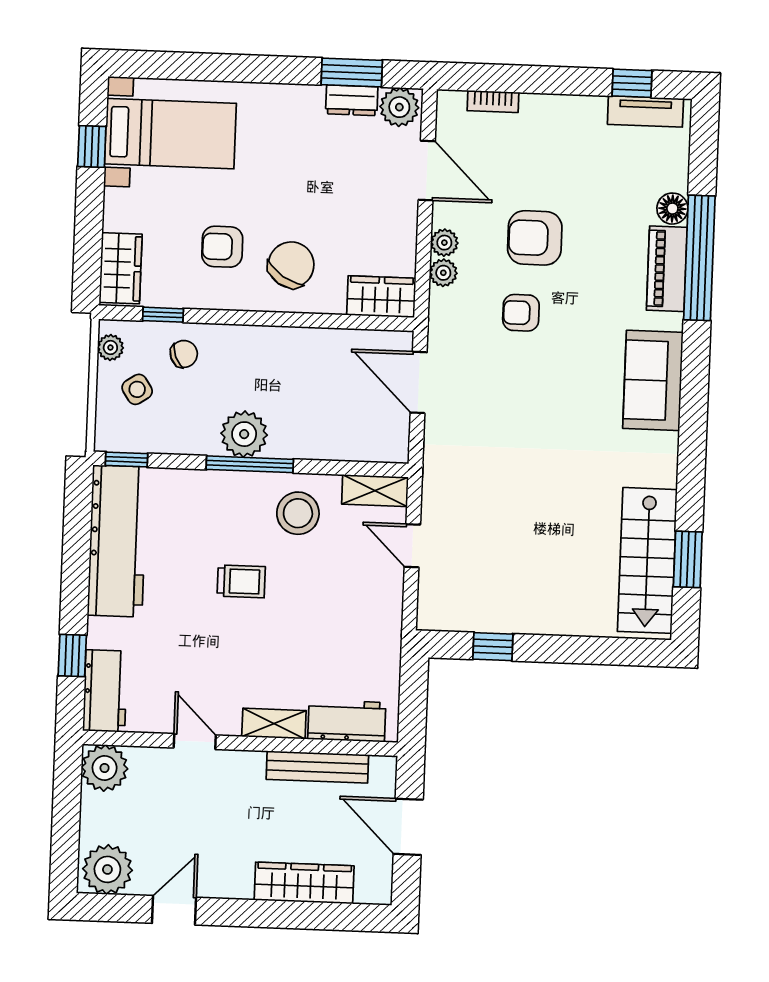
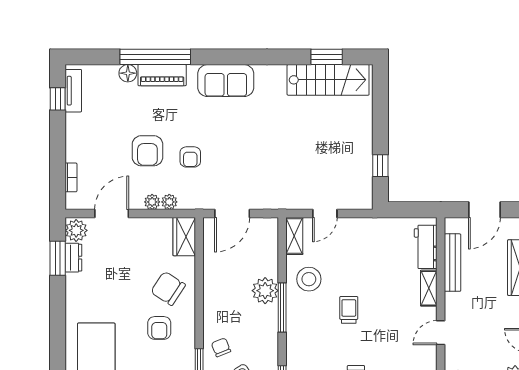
plant: (244, 434) -> (265, 291), moved

